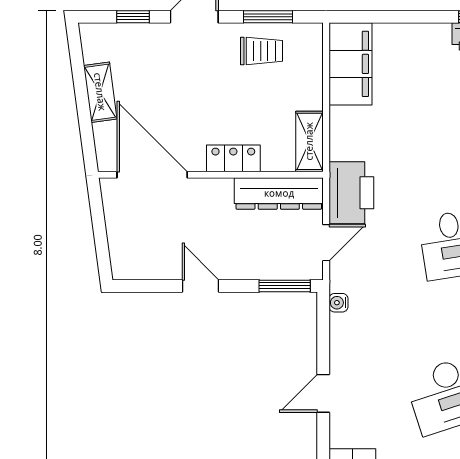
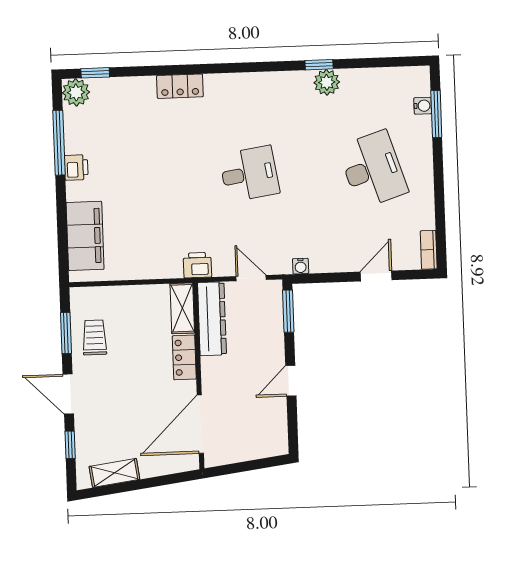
filing cabinet: (350, 64) -> (85, 236), moved, turned 90
shelving: (100, 92) -> (114, 473), moved
shelving: (309, 141) -> (182, 308), moved, turned 90
printer: (351, 193) -> (197, 265), width x0.53, depth x0.68
door: (323, 393) -> (376, 276), swing flipped

